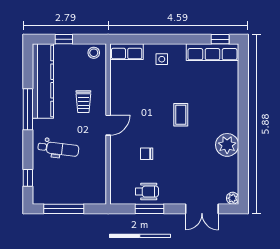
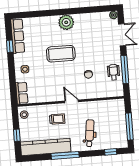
window: (220, 39) -> (10, 46), moved
coffee table: (181, 115) -> (61, 54), width x1.86, depth x1.72
plant: (227, 145) -> (66, 22), moved
window: (150, 209) -> (125, 70), width x1.44

